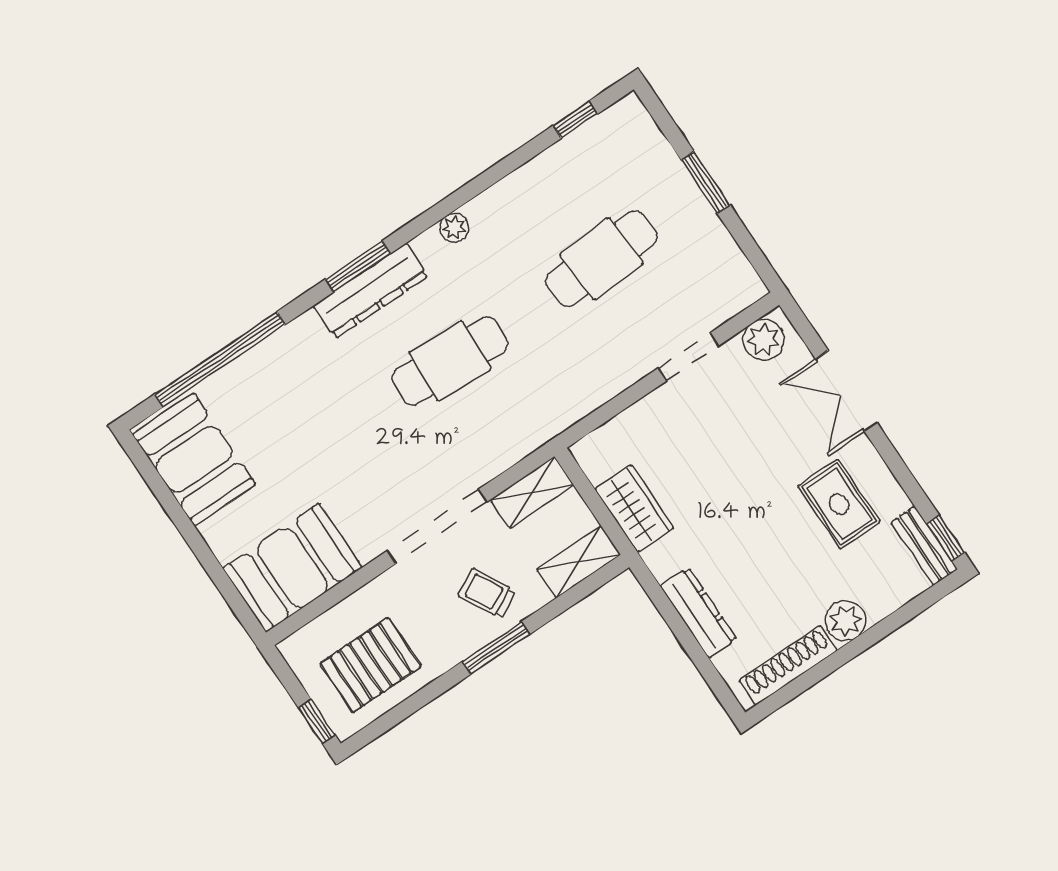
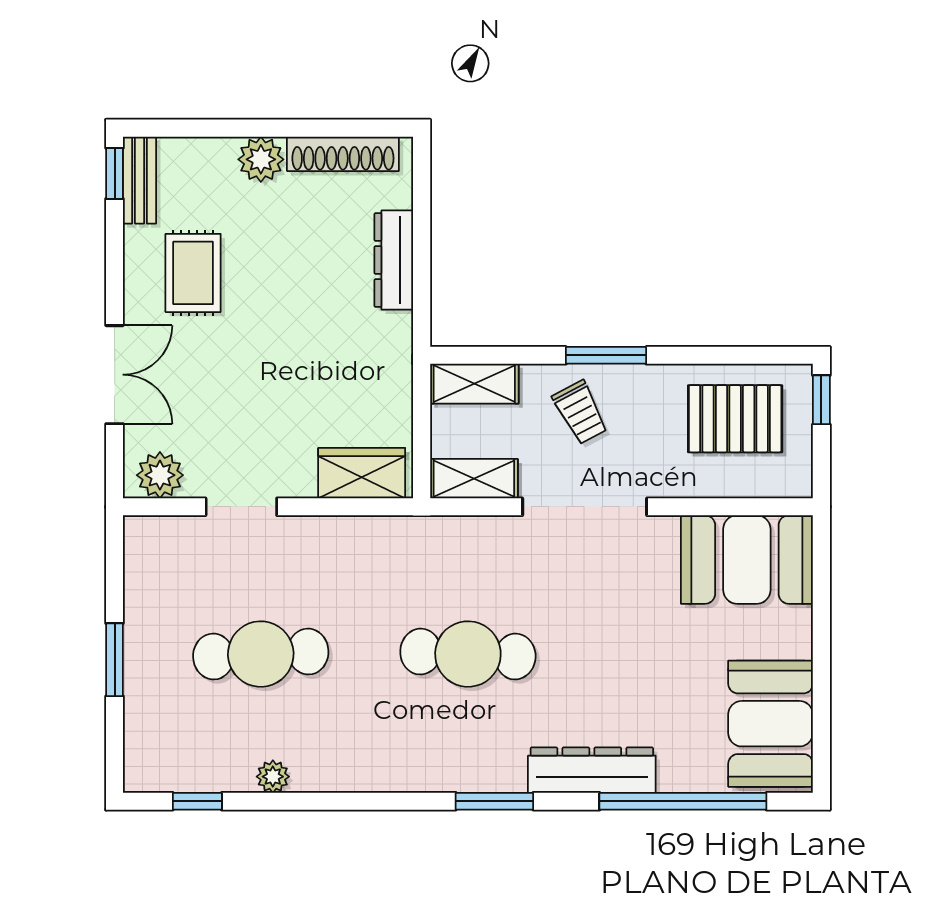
plant: (454, 228) -> (273, 777), moved
dresser: (371, 291) -> (592, 770), moved
wardrobe: (634, 509) -> (362, 473), moved, turned 90

